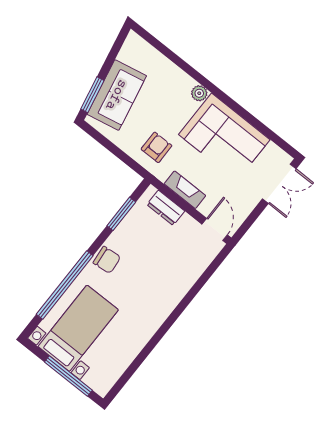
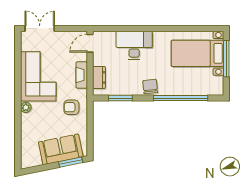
desk: (171, 280) -> (134, 45), added
bed with nightstands: (78, 328) -> (197, 53), moved

